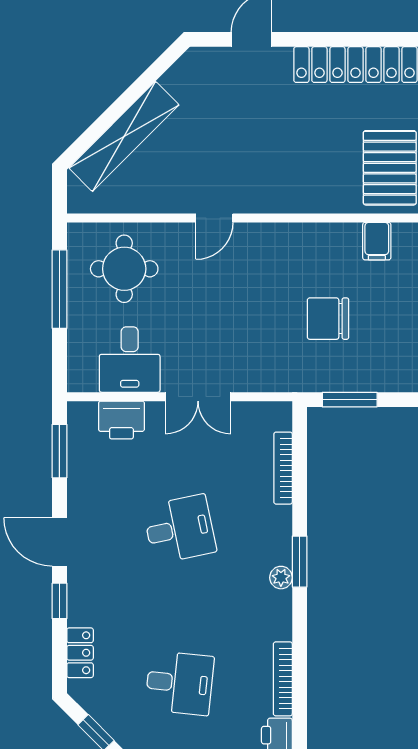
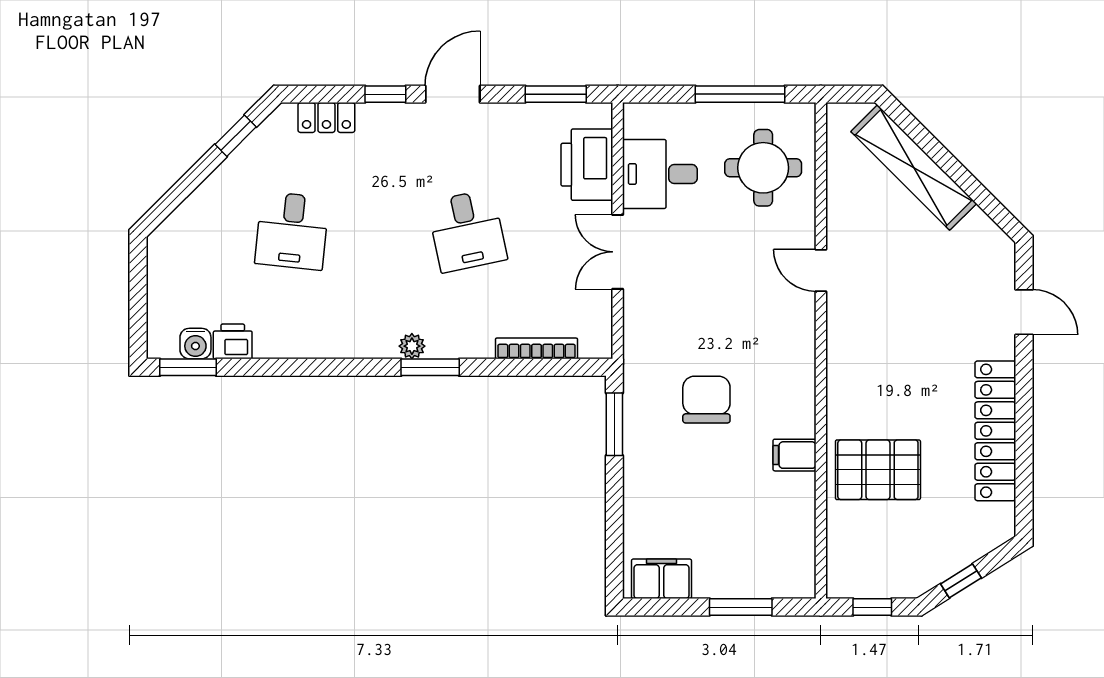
printer: (121, 420) -> (587, 165), width x1.37, depth x1.19
bookcase: (283, 679) -> (297, 348), removed

